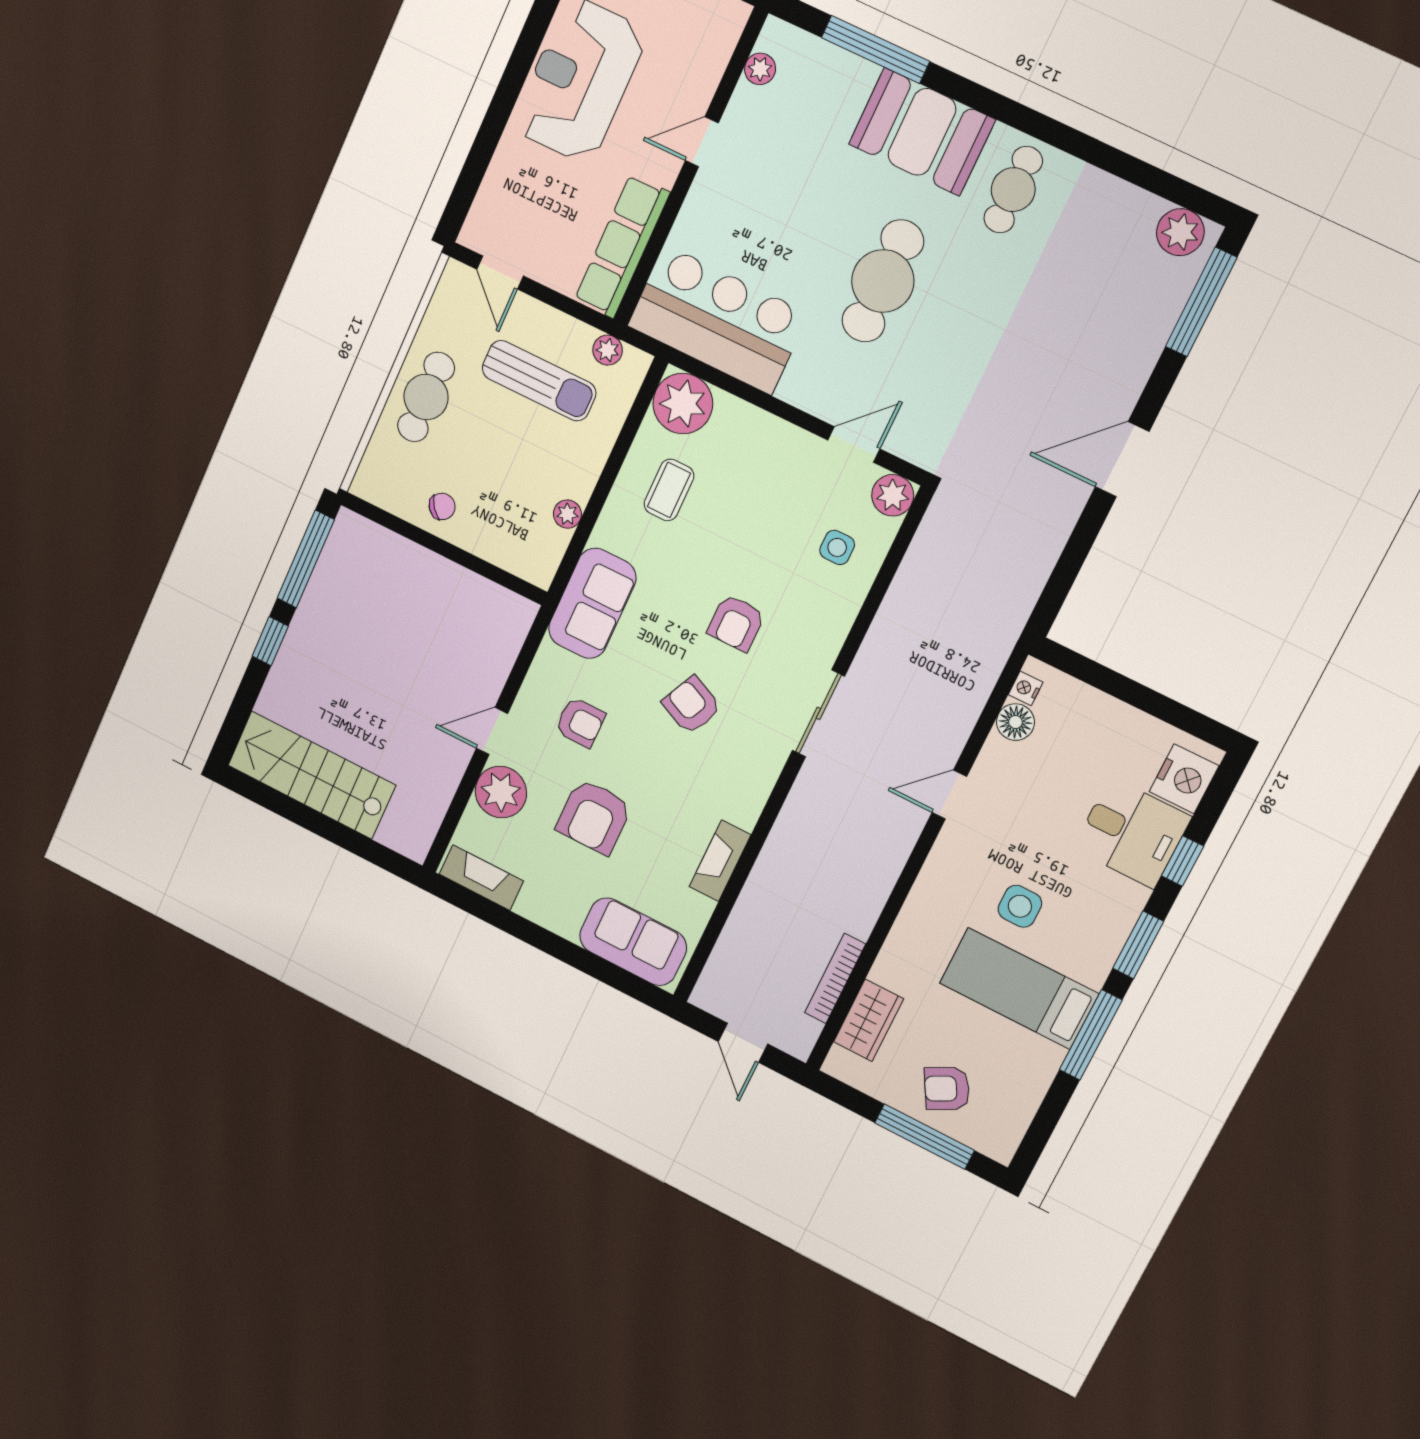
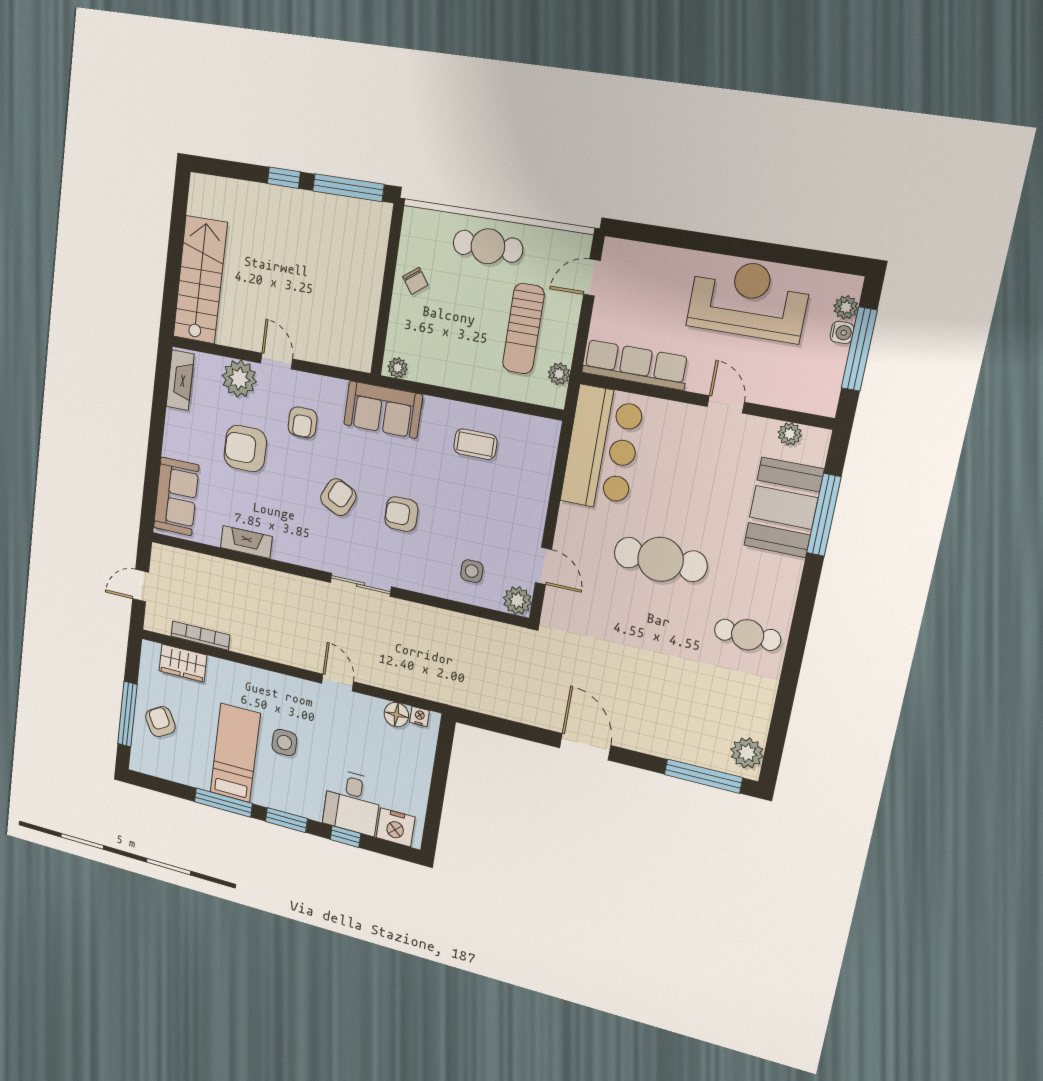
booth: (922, 132) -> (784, 507), moved
plant: (683, 404) -> (537, 439), removed
plant: (567, 514) -> (398, 368), moved
stairs: (312, 775) -> (200, 280), moved

